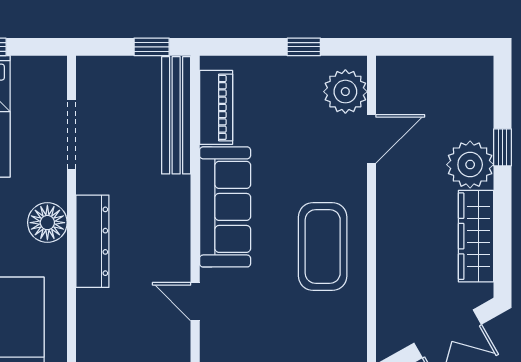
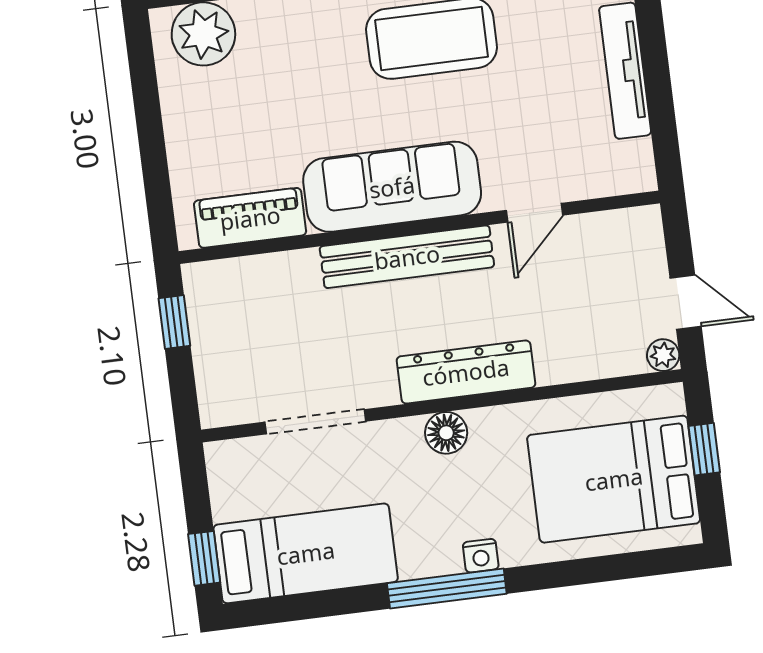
window: (304, 47) -> (147, 102), removed
bench: (176, 115) -> (407, 257), moved
floor lamp: (47, 223) -> (446, 433), width x0.73, depth x0.73

